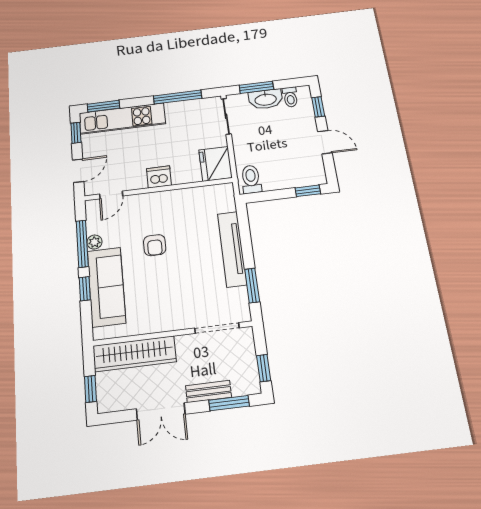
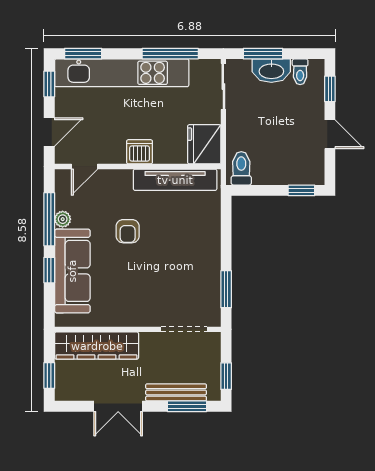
kitchen unit: (122, 119) -> (122, 73), width x1.36
tv unit: (232, 249) -> (175, 180), moved, turned -90
bench: (208, 391) -> (176, 392), width x1.36

